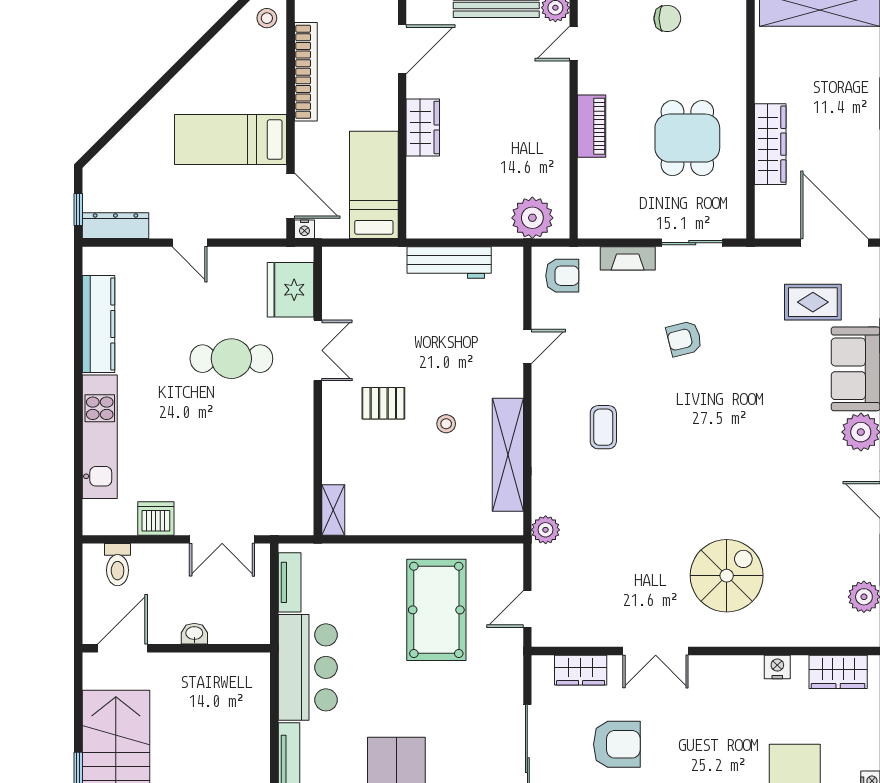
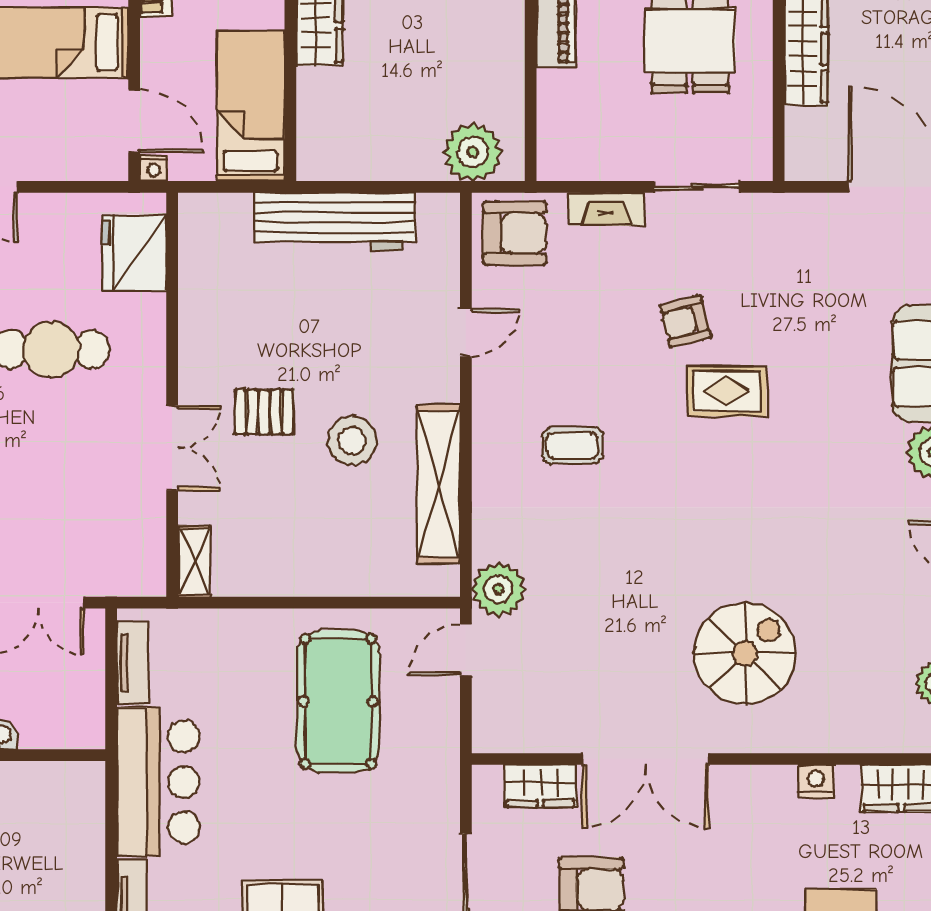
workbench: (449, 263) -> (335, 222), width x1.36, depth x1.32
armchair: (562, 276) -> (515, 233), width x1.38, depth x1.38
rug: (813, 302) -> (727, 391), moved
double door: (318, 350) -> (172, 448), moved
stool: (446, 424) -> (352, 441), width x1.89, depth x1.89
coffee table: (603, 427) -> (572, 445), turned 90
plant: (546, 530) -> (498, 589), width x1.36, depth x1.36
door: (527, 609) -> (466, 650), moved
double door: (656, 651) -> (645, 759), width x1.37

